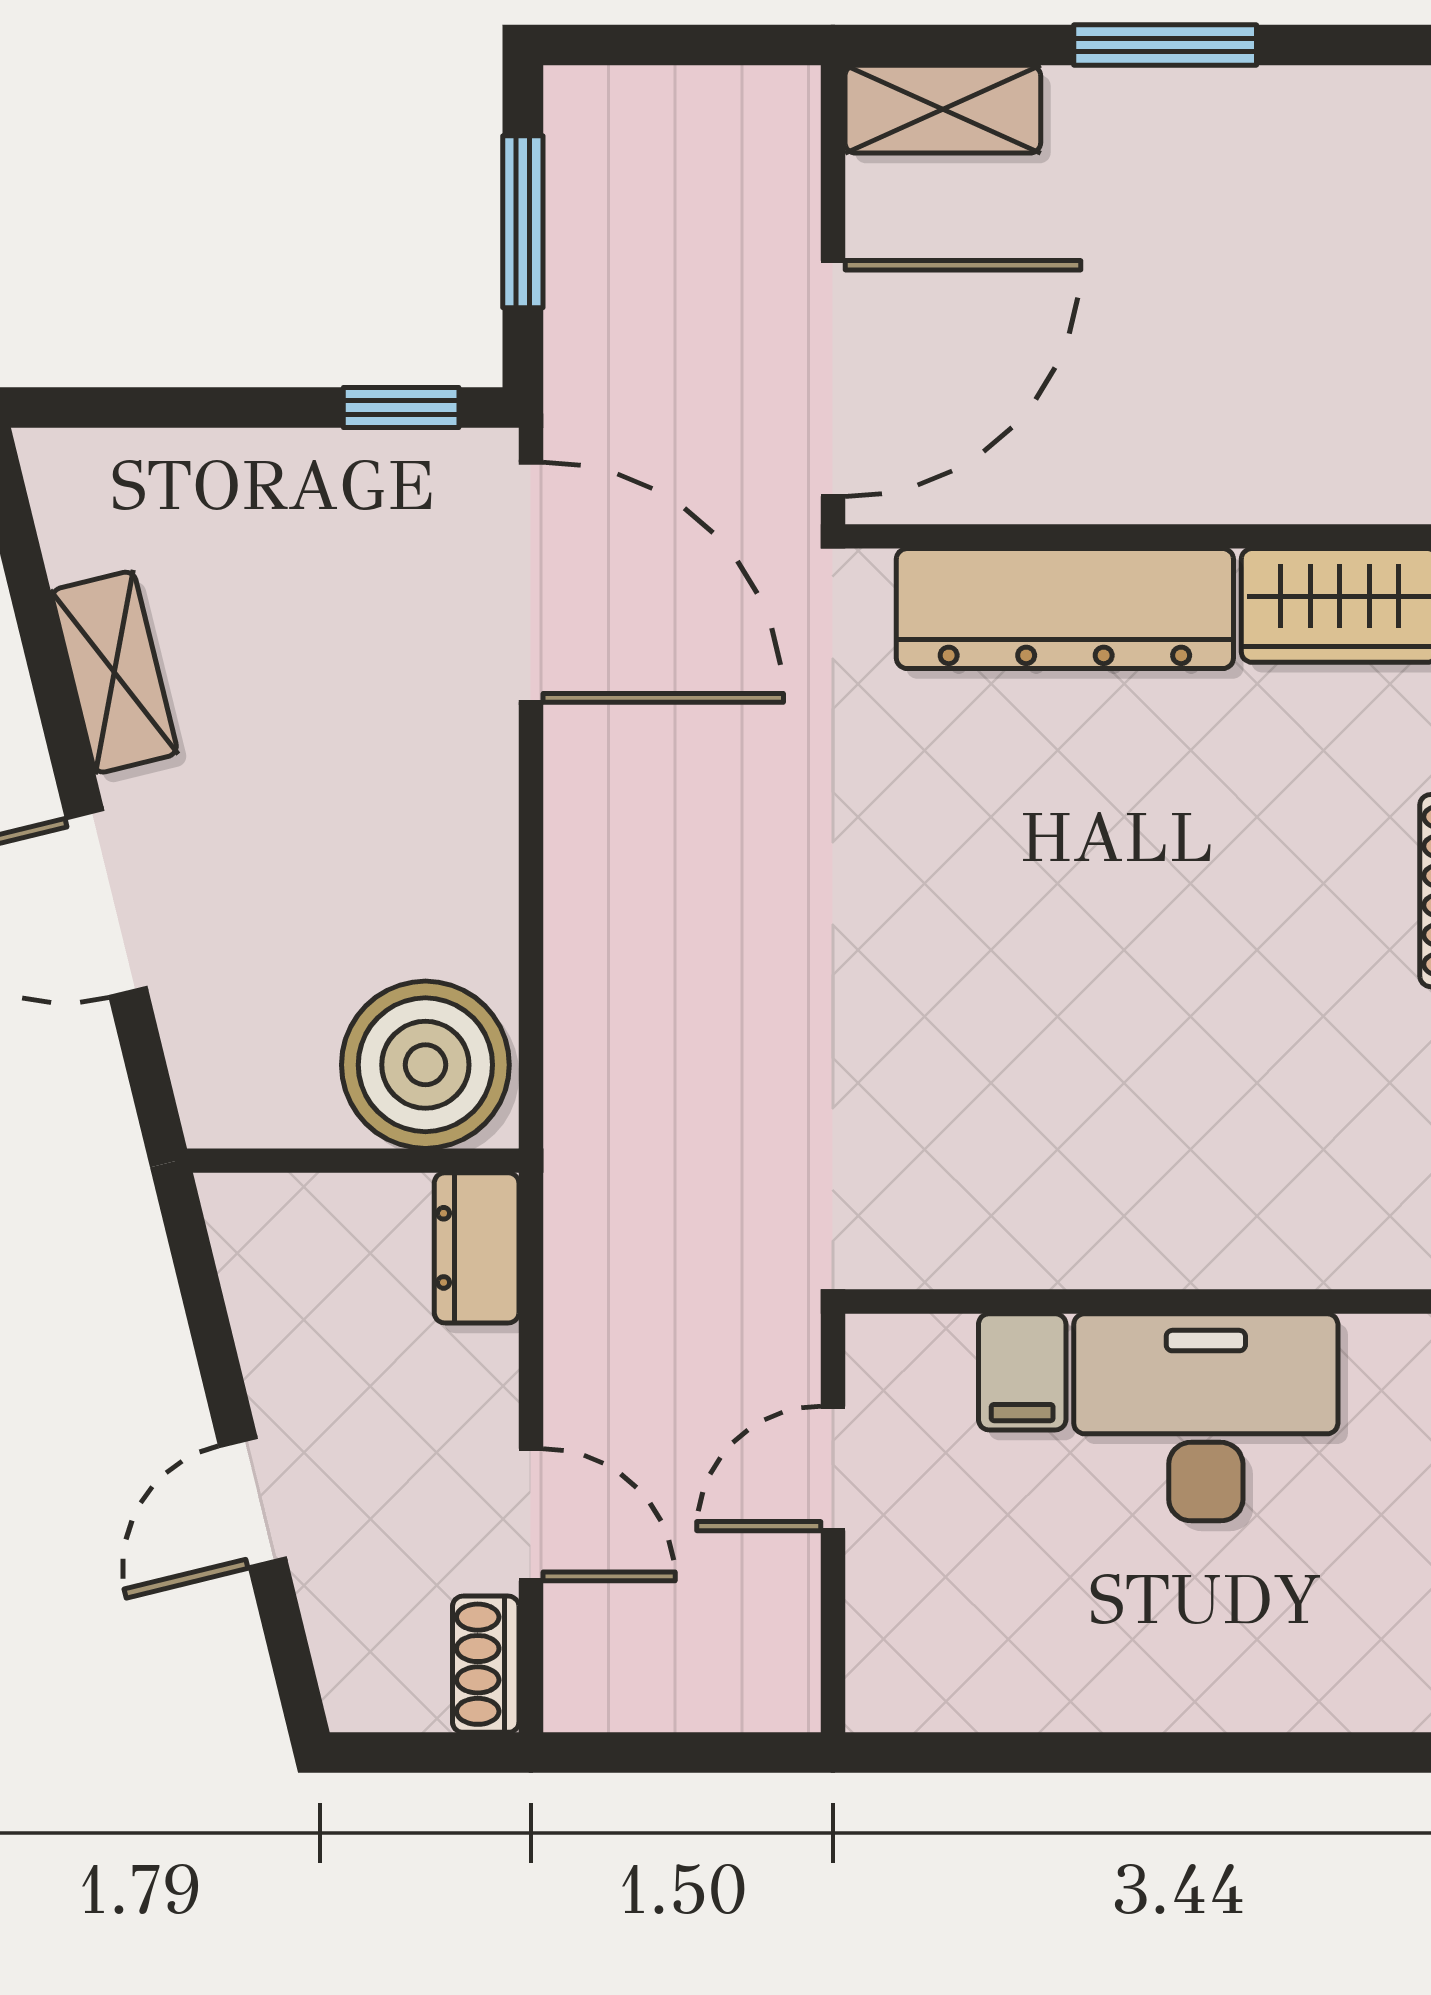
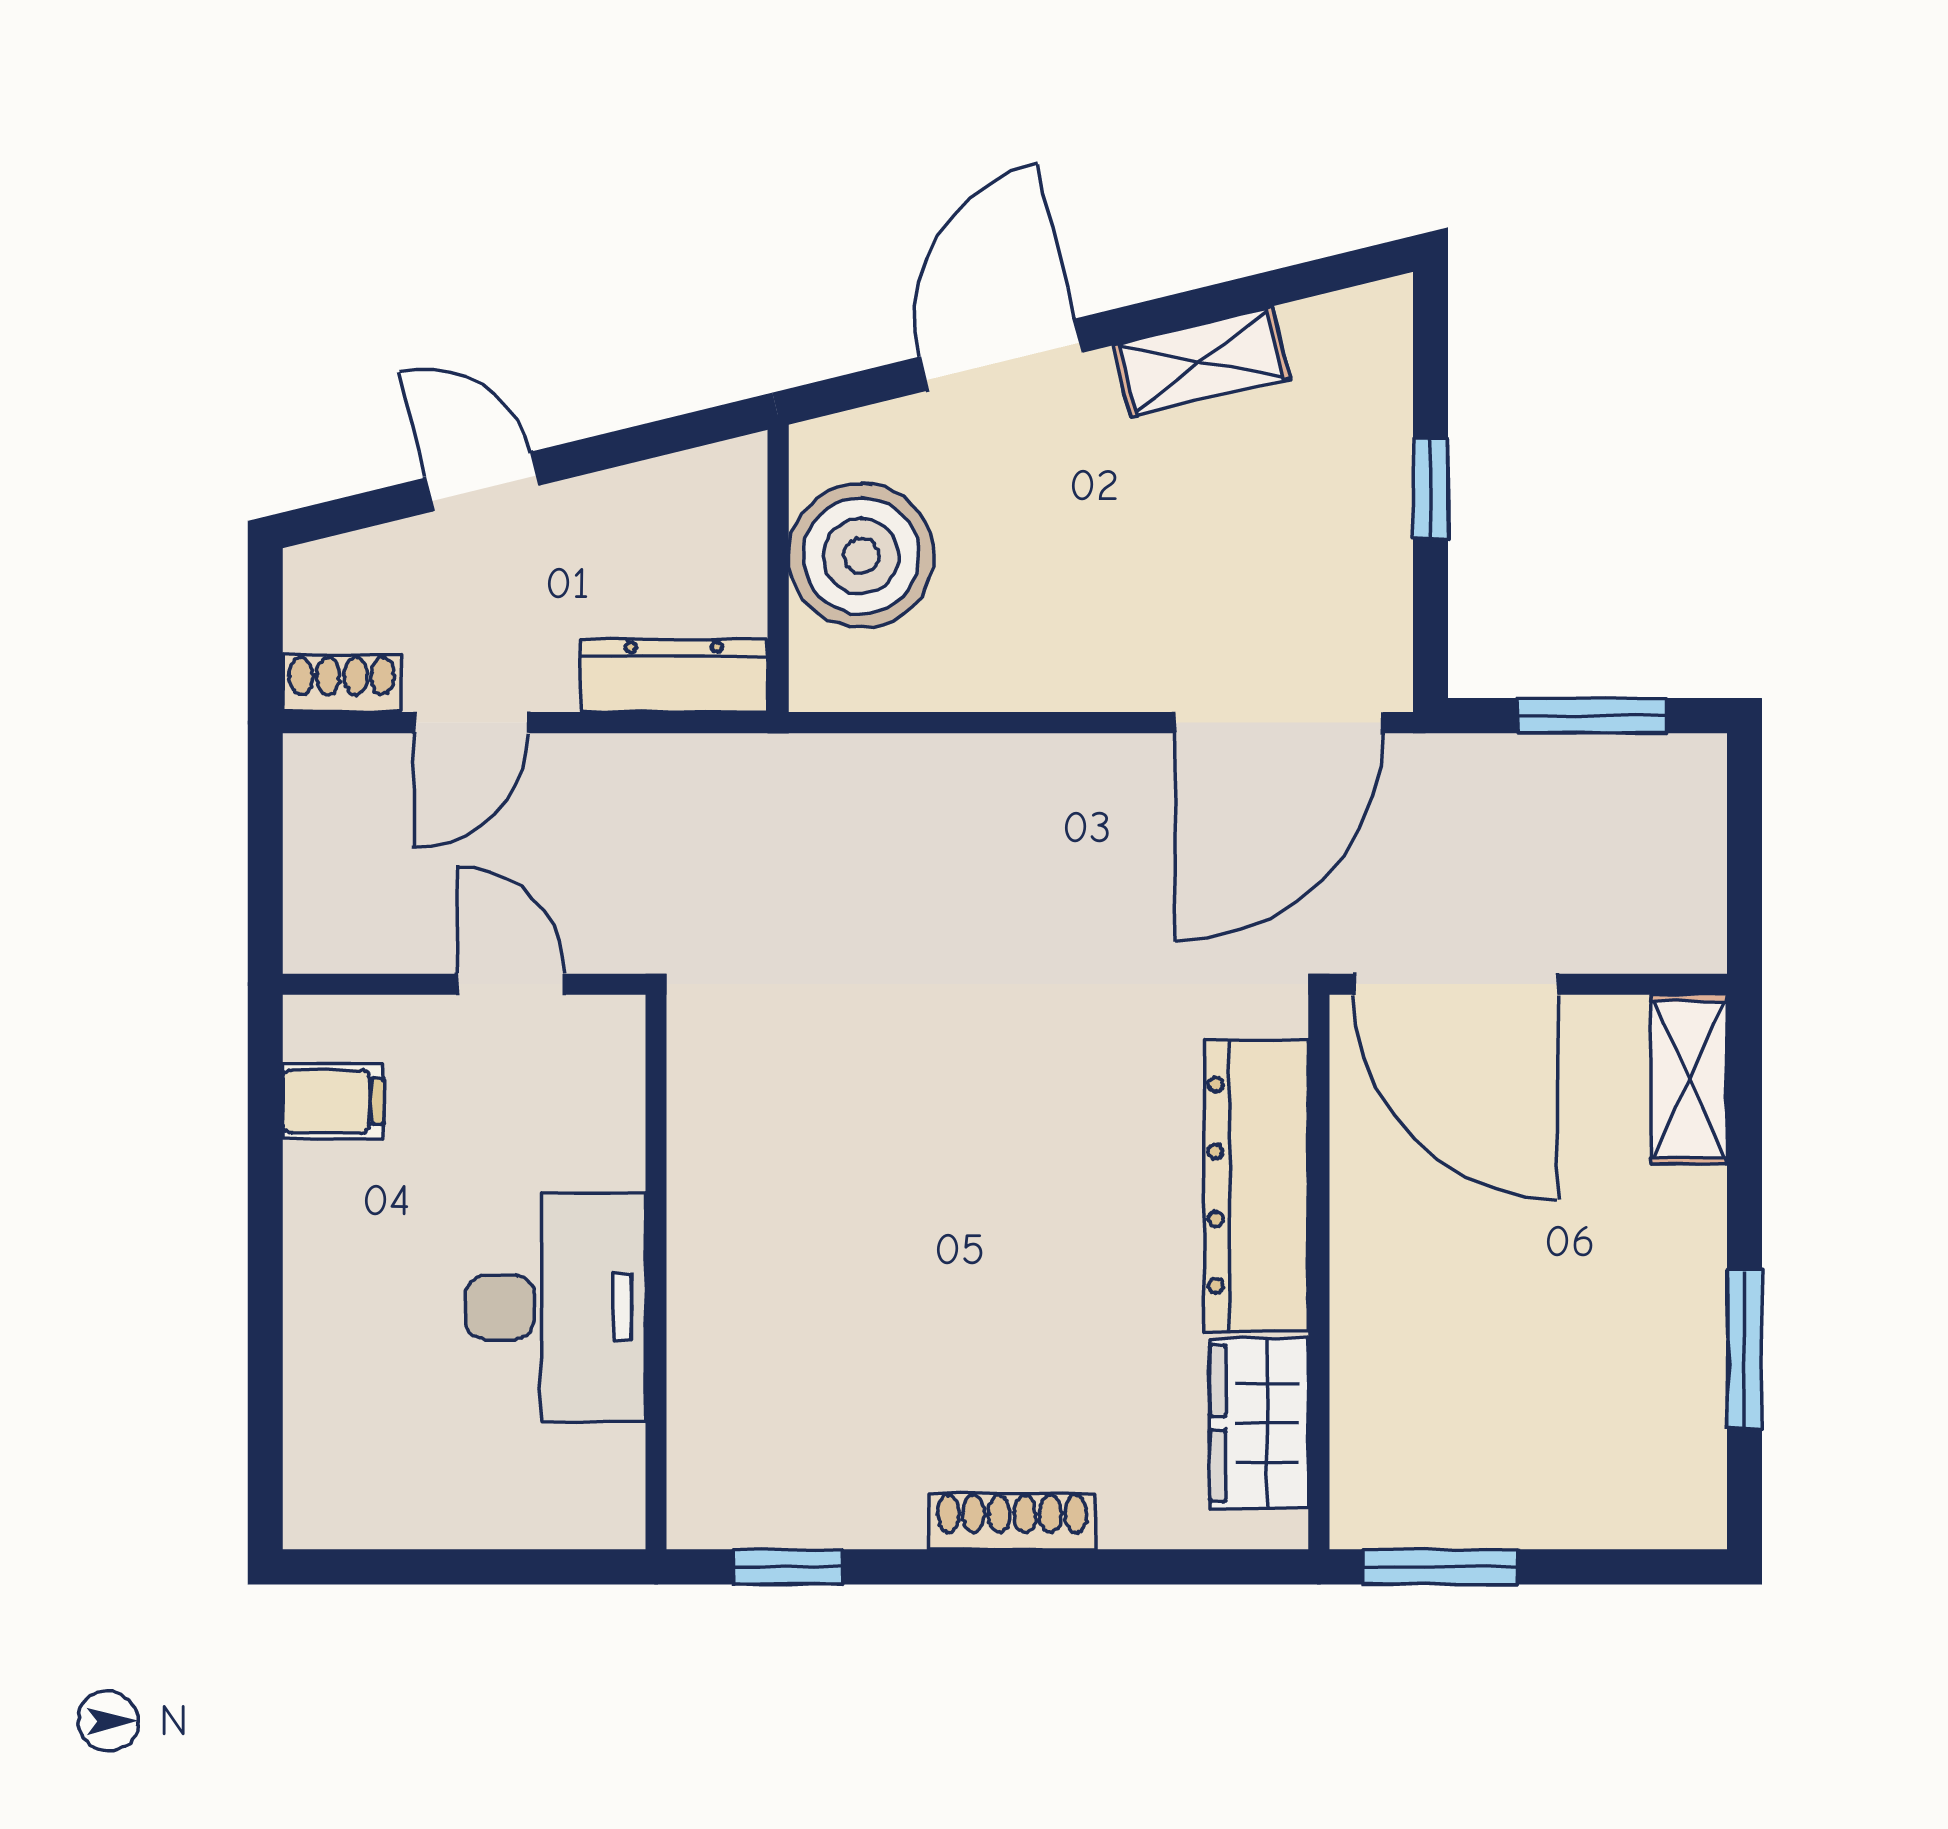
window: (1165, 45) -> (1745, 1349), moved
window: (401, 408) -> (1431, 488), moved
boiler: (425, 1065) -> (861, 556), moved
dresser: (477, 1248) -> (674, 675), width x1.44
filing cabinet: (1022, 1372) -> (333, 1101), moved, turned 180

